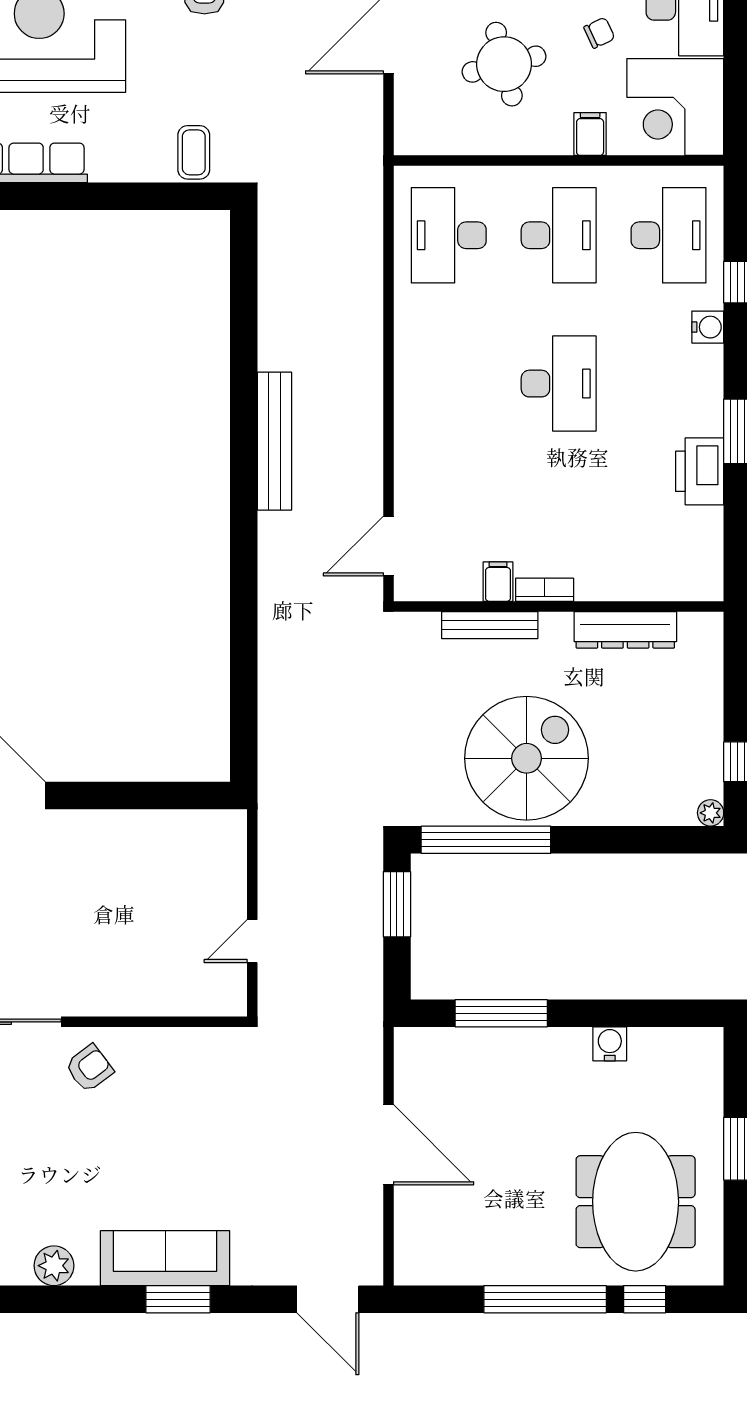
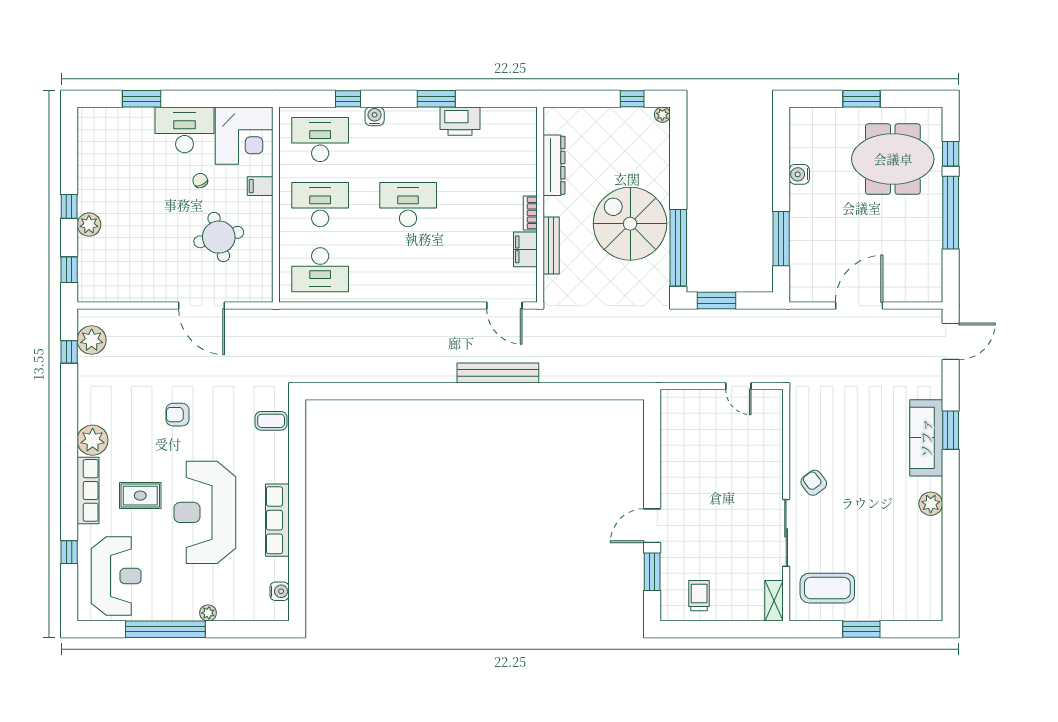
bench: (275, 441) -> (498, 373), moved
filing cabinet: (498, 582) -> (525, 249), width x2.00

